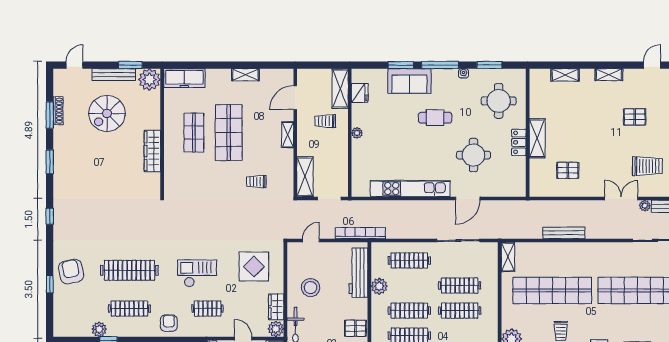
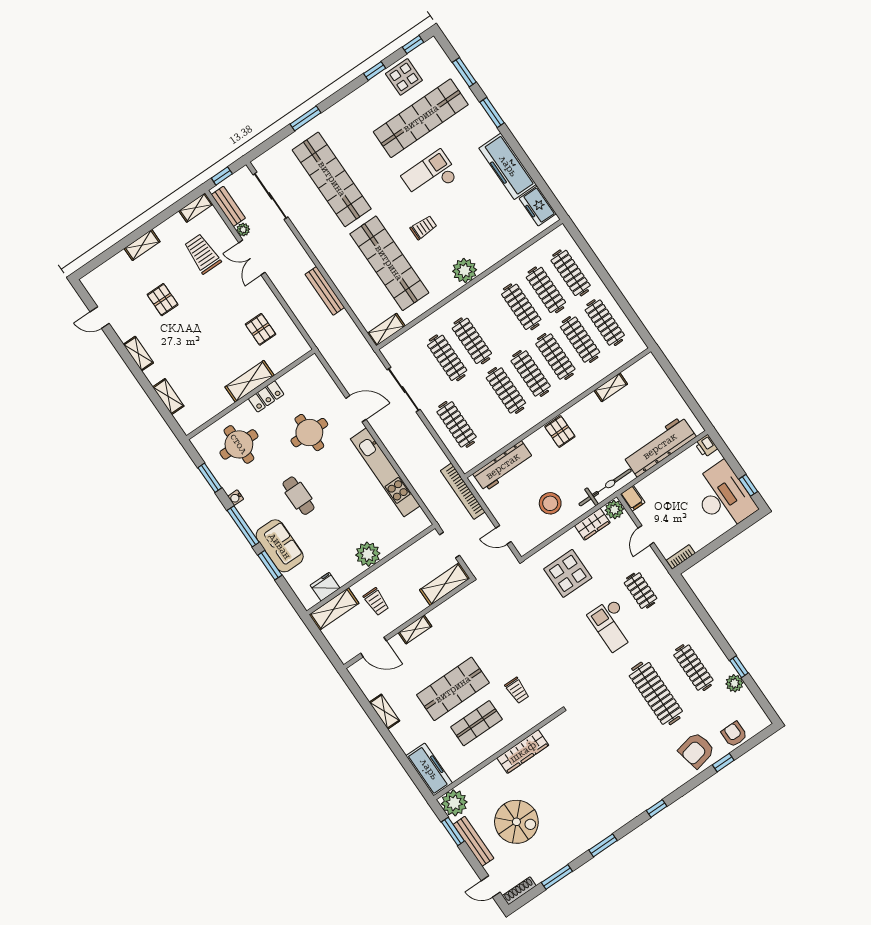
shoe rack: (58, 111) -> (519, 891), moved
plant: (357, 133) -> (368, 554), width x1.88, depth x1.88
trolley: (256, 182) -> (517, 690), moved
plant: (379, 286) -> (502, 437), removed
armchair: (169, 323) -> (734, 734), moved, turned 90

